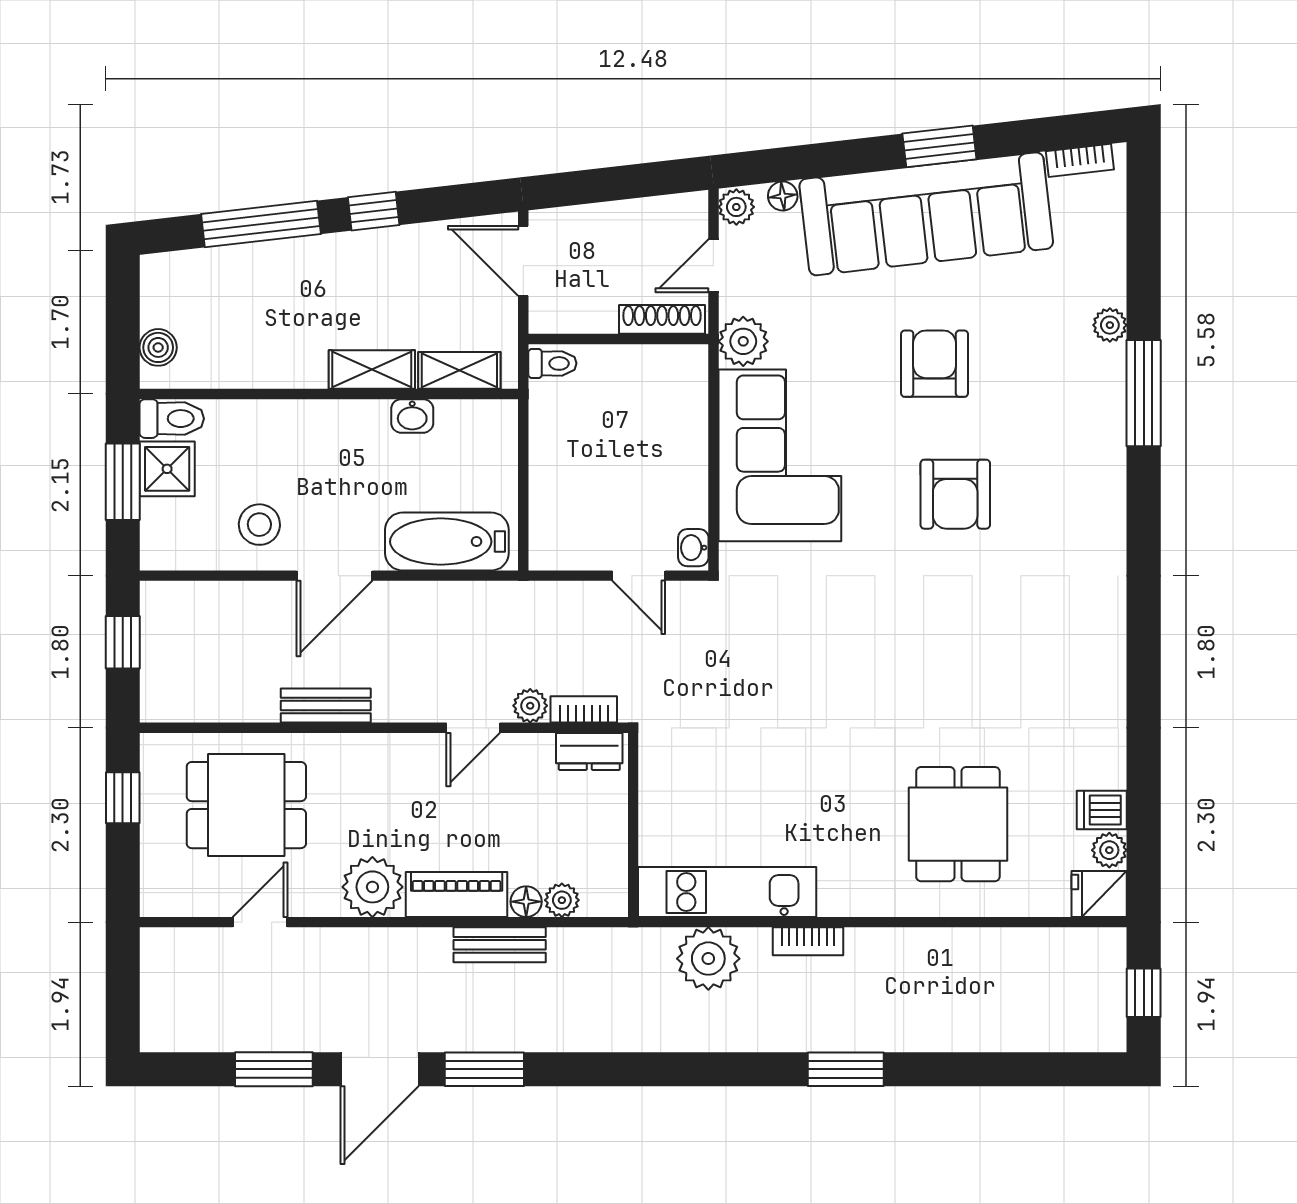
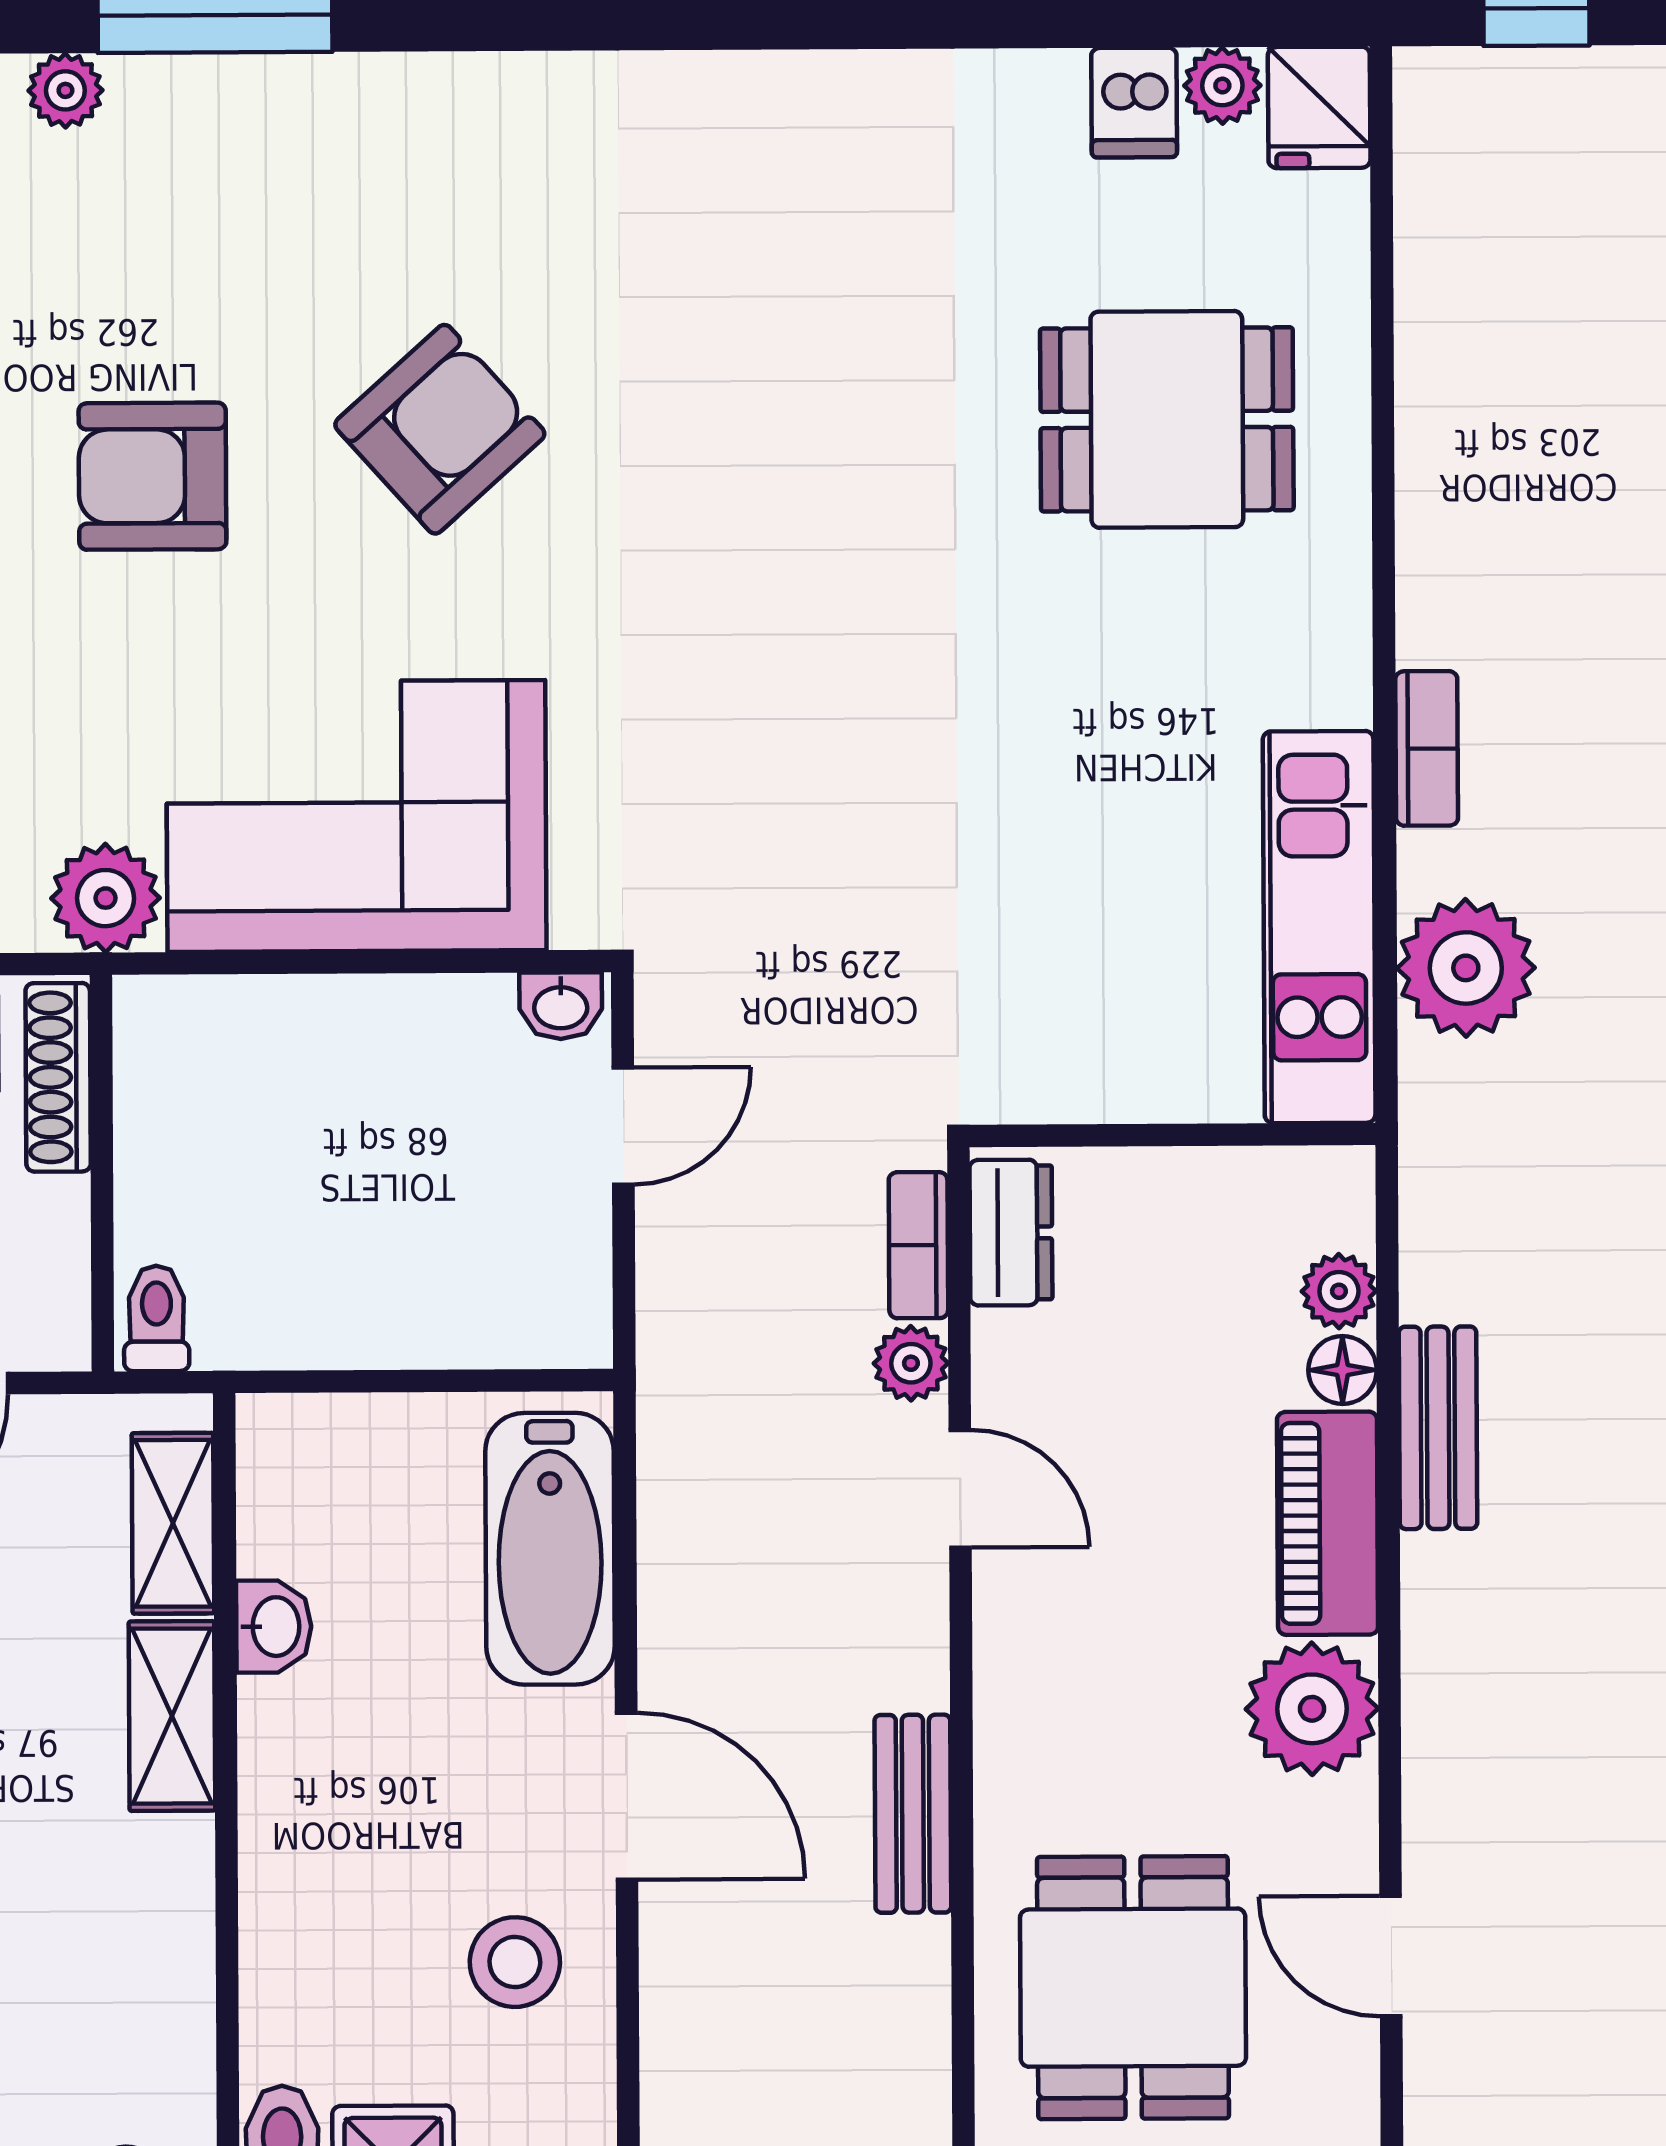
armchair: (955, 494) -> (440, 429), turned -42

